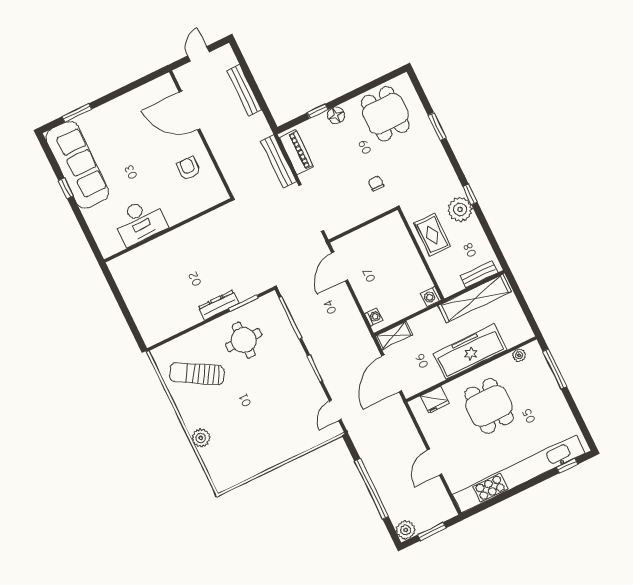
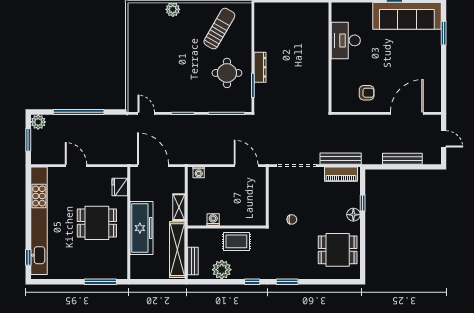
window: (437, 127) -> (287, 282), moved
plant: (460, 210) -> (222, 270), moved
washing machine: (431, 296) -> (213, 220), moved
shelving: (394, 335) -> (179, 207), moved
plant: (519, 355) -> (122, 261), removed

